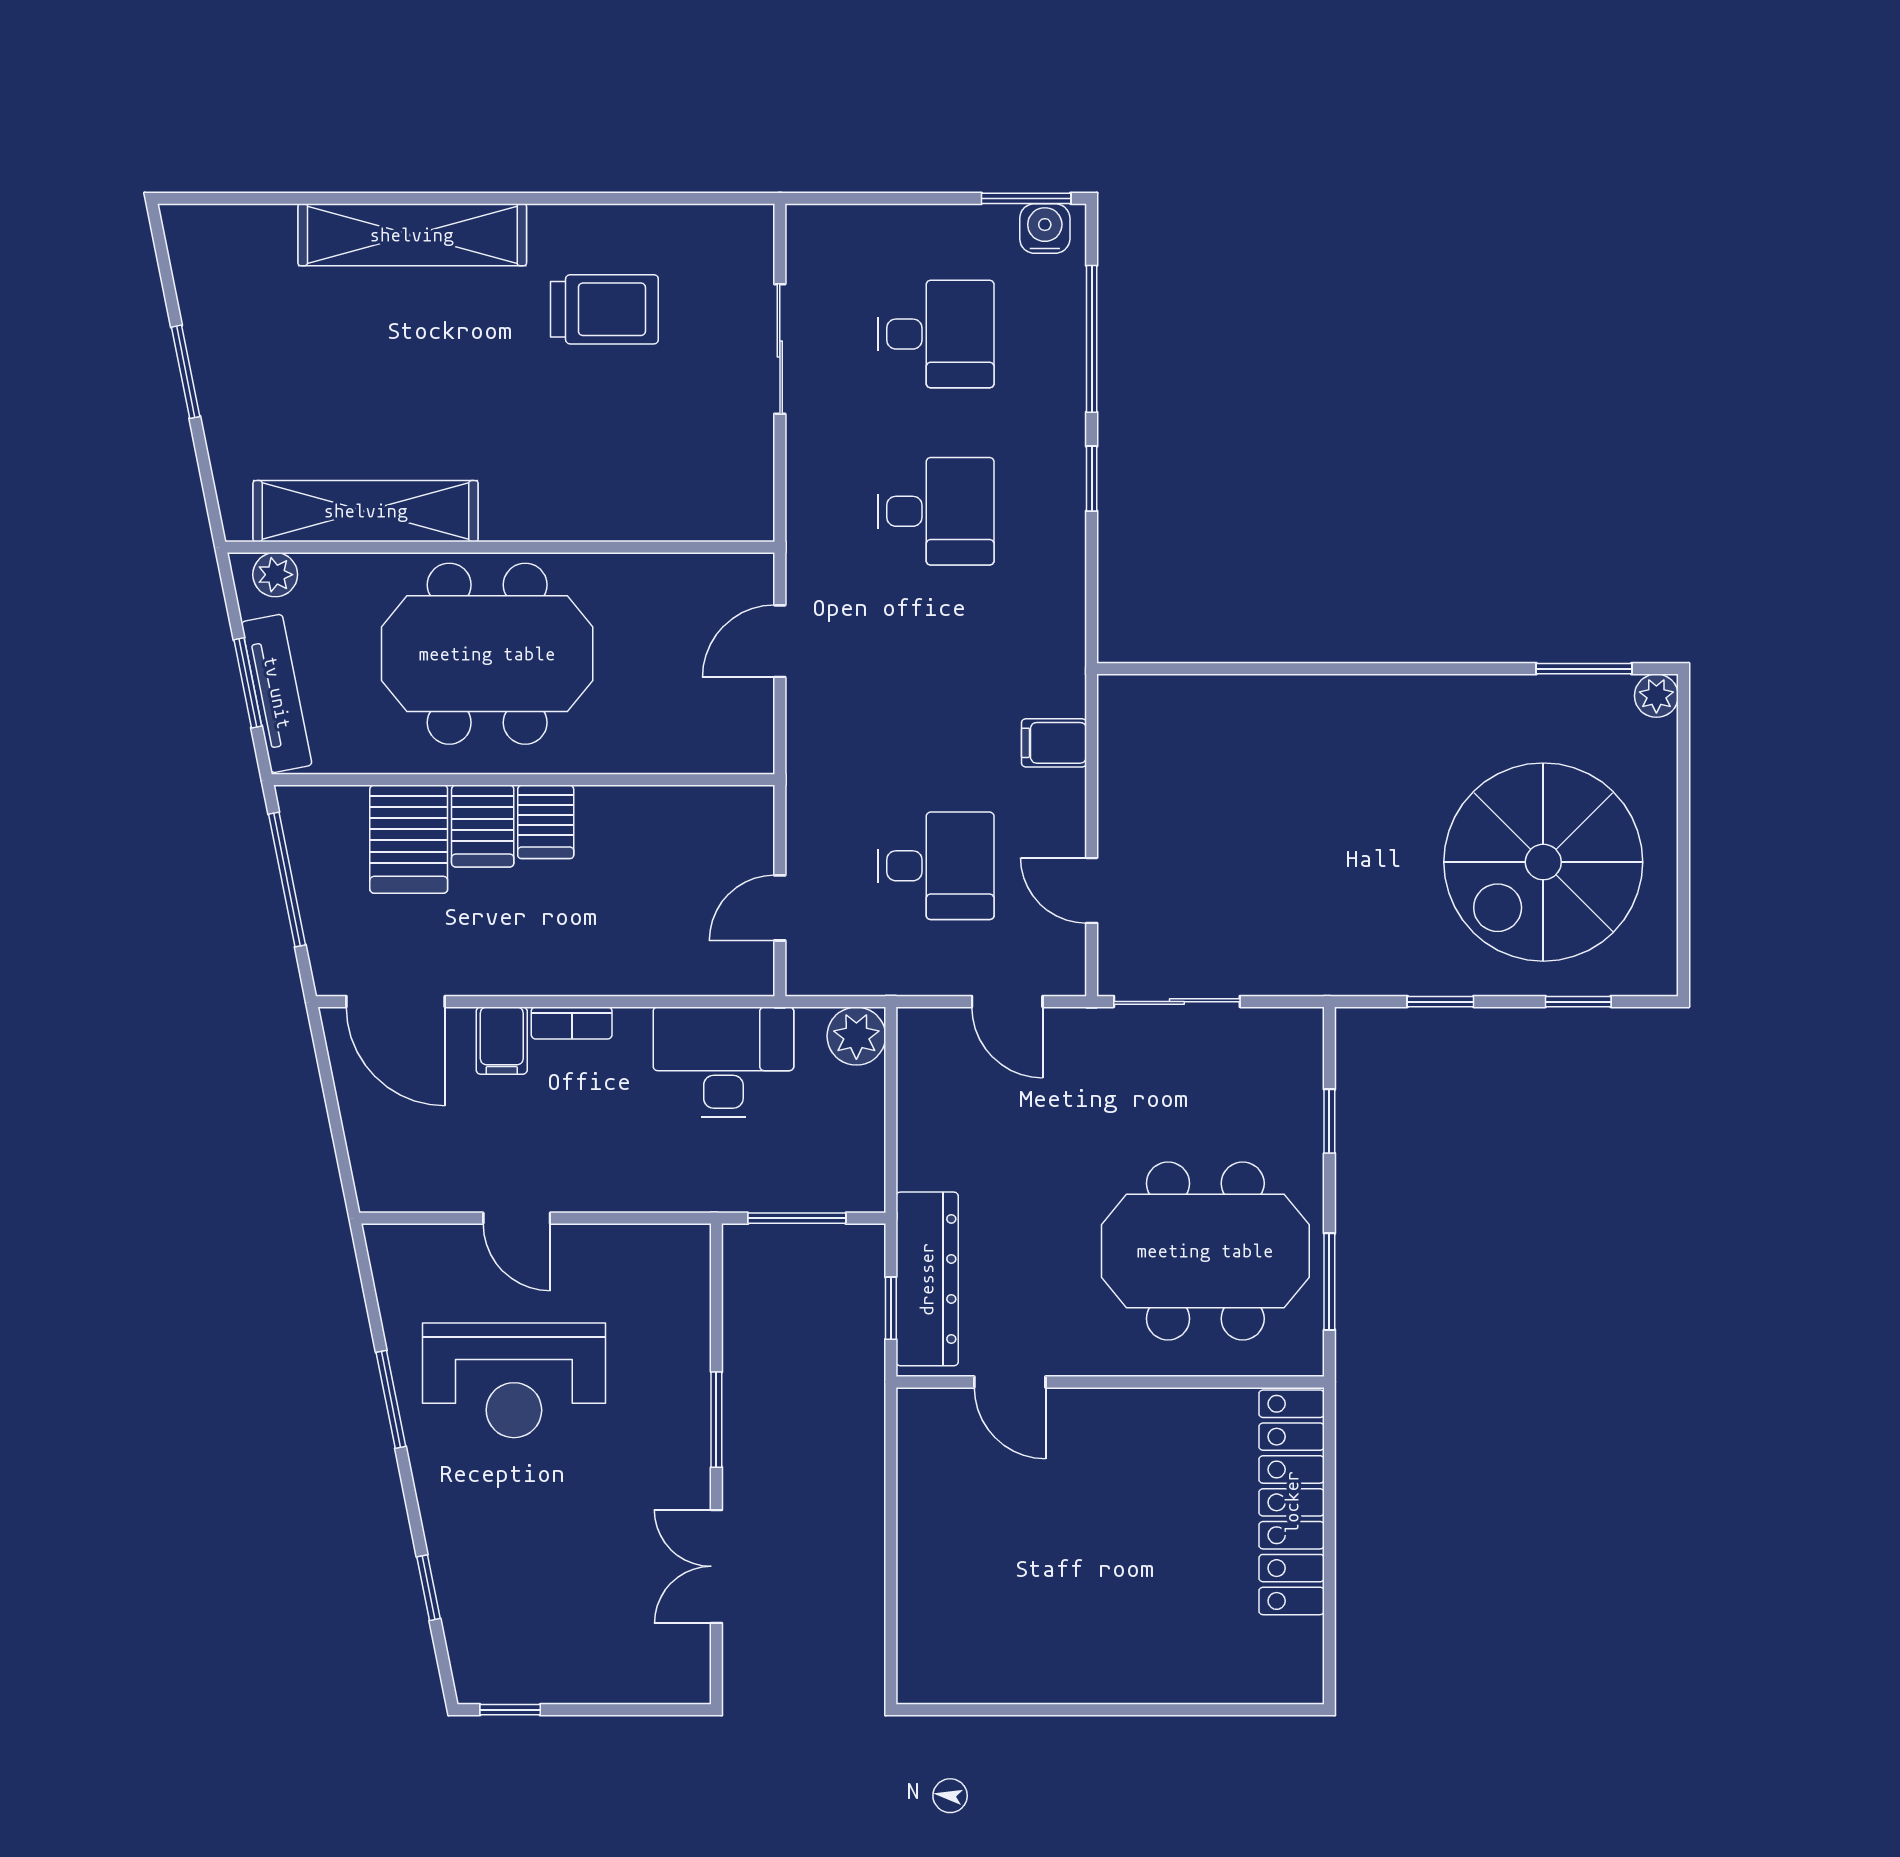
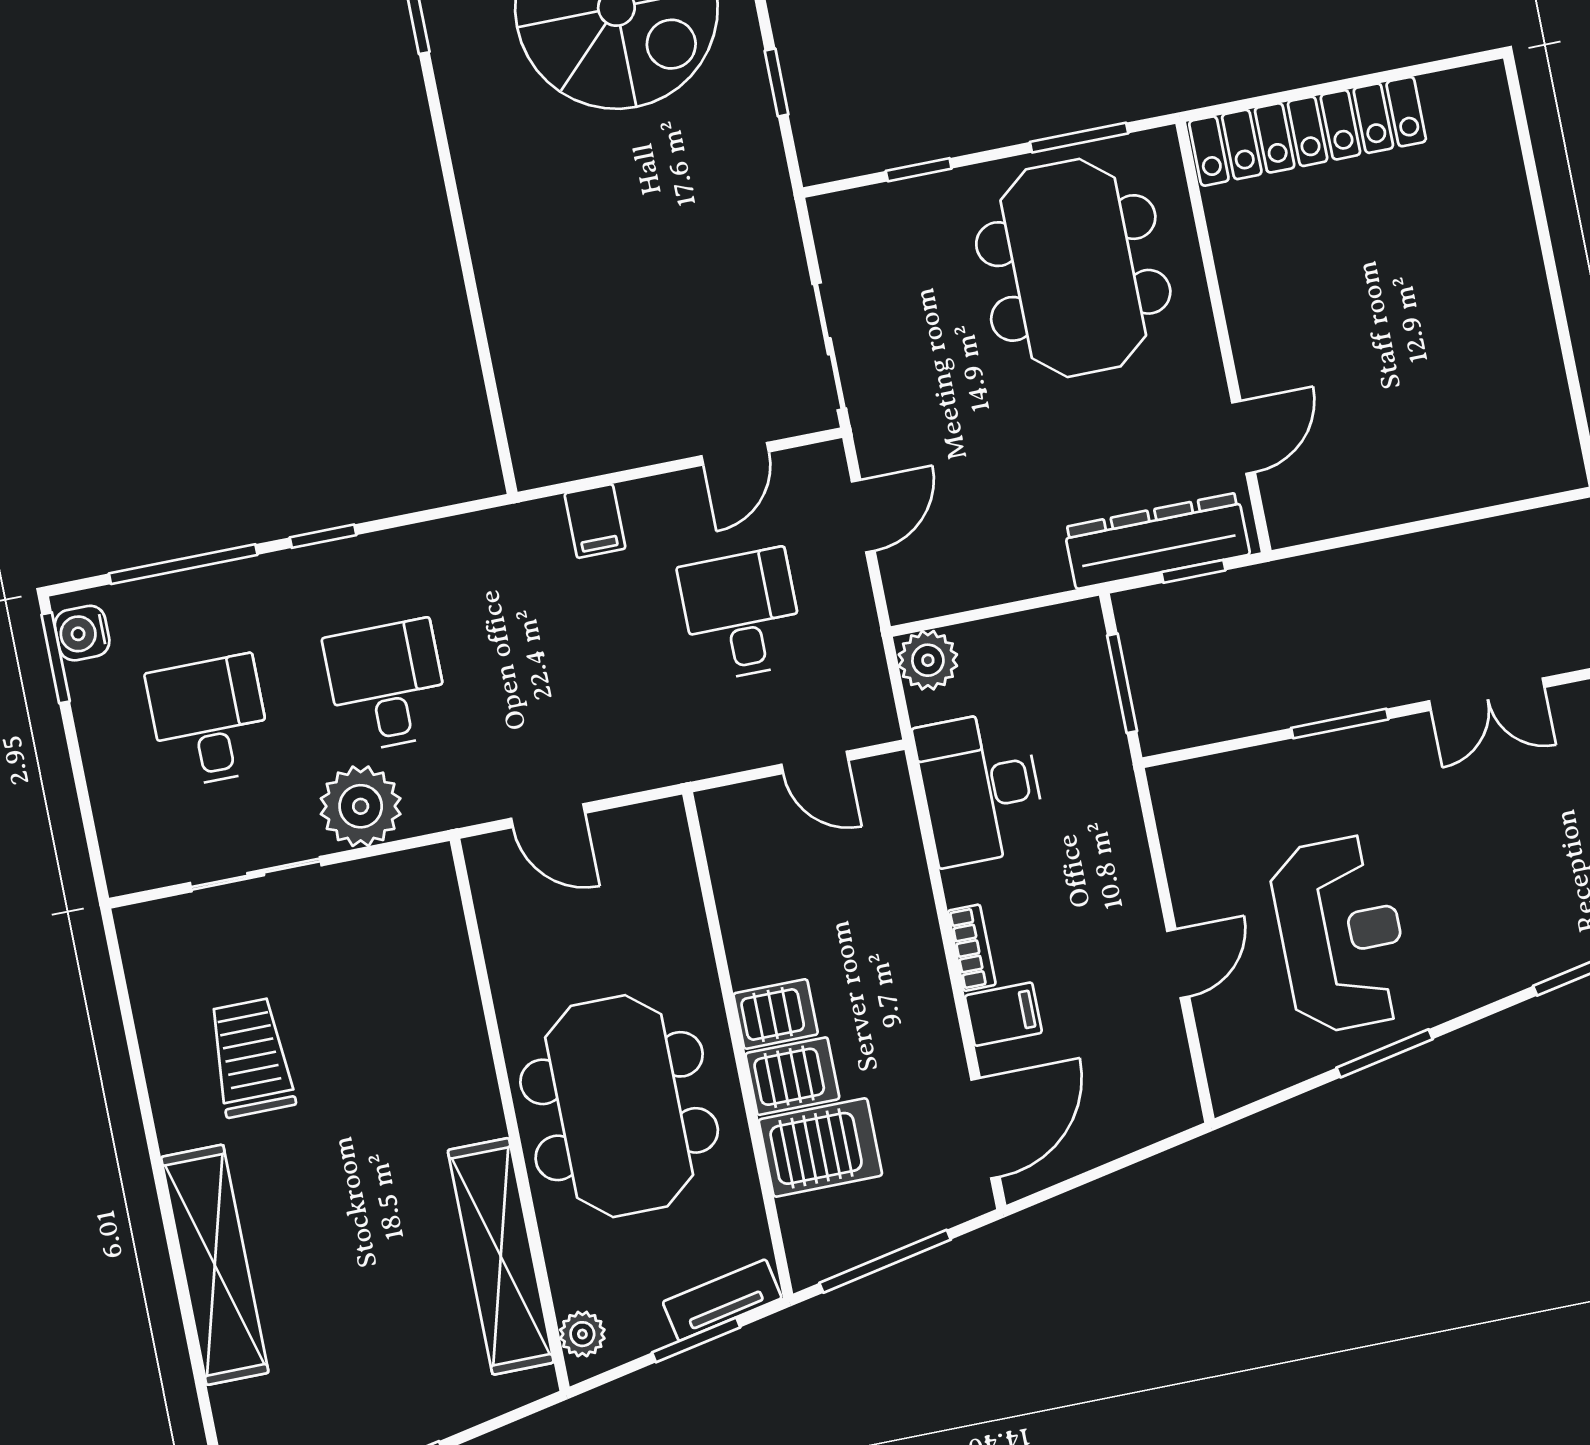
plant: (825, 463) -> (361, 806), added
tv unit: (277, 693) -> (722, 1300), width x0.71

